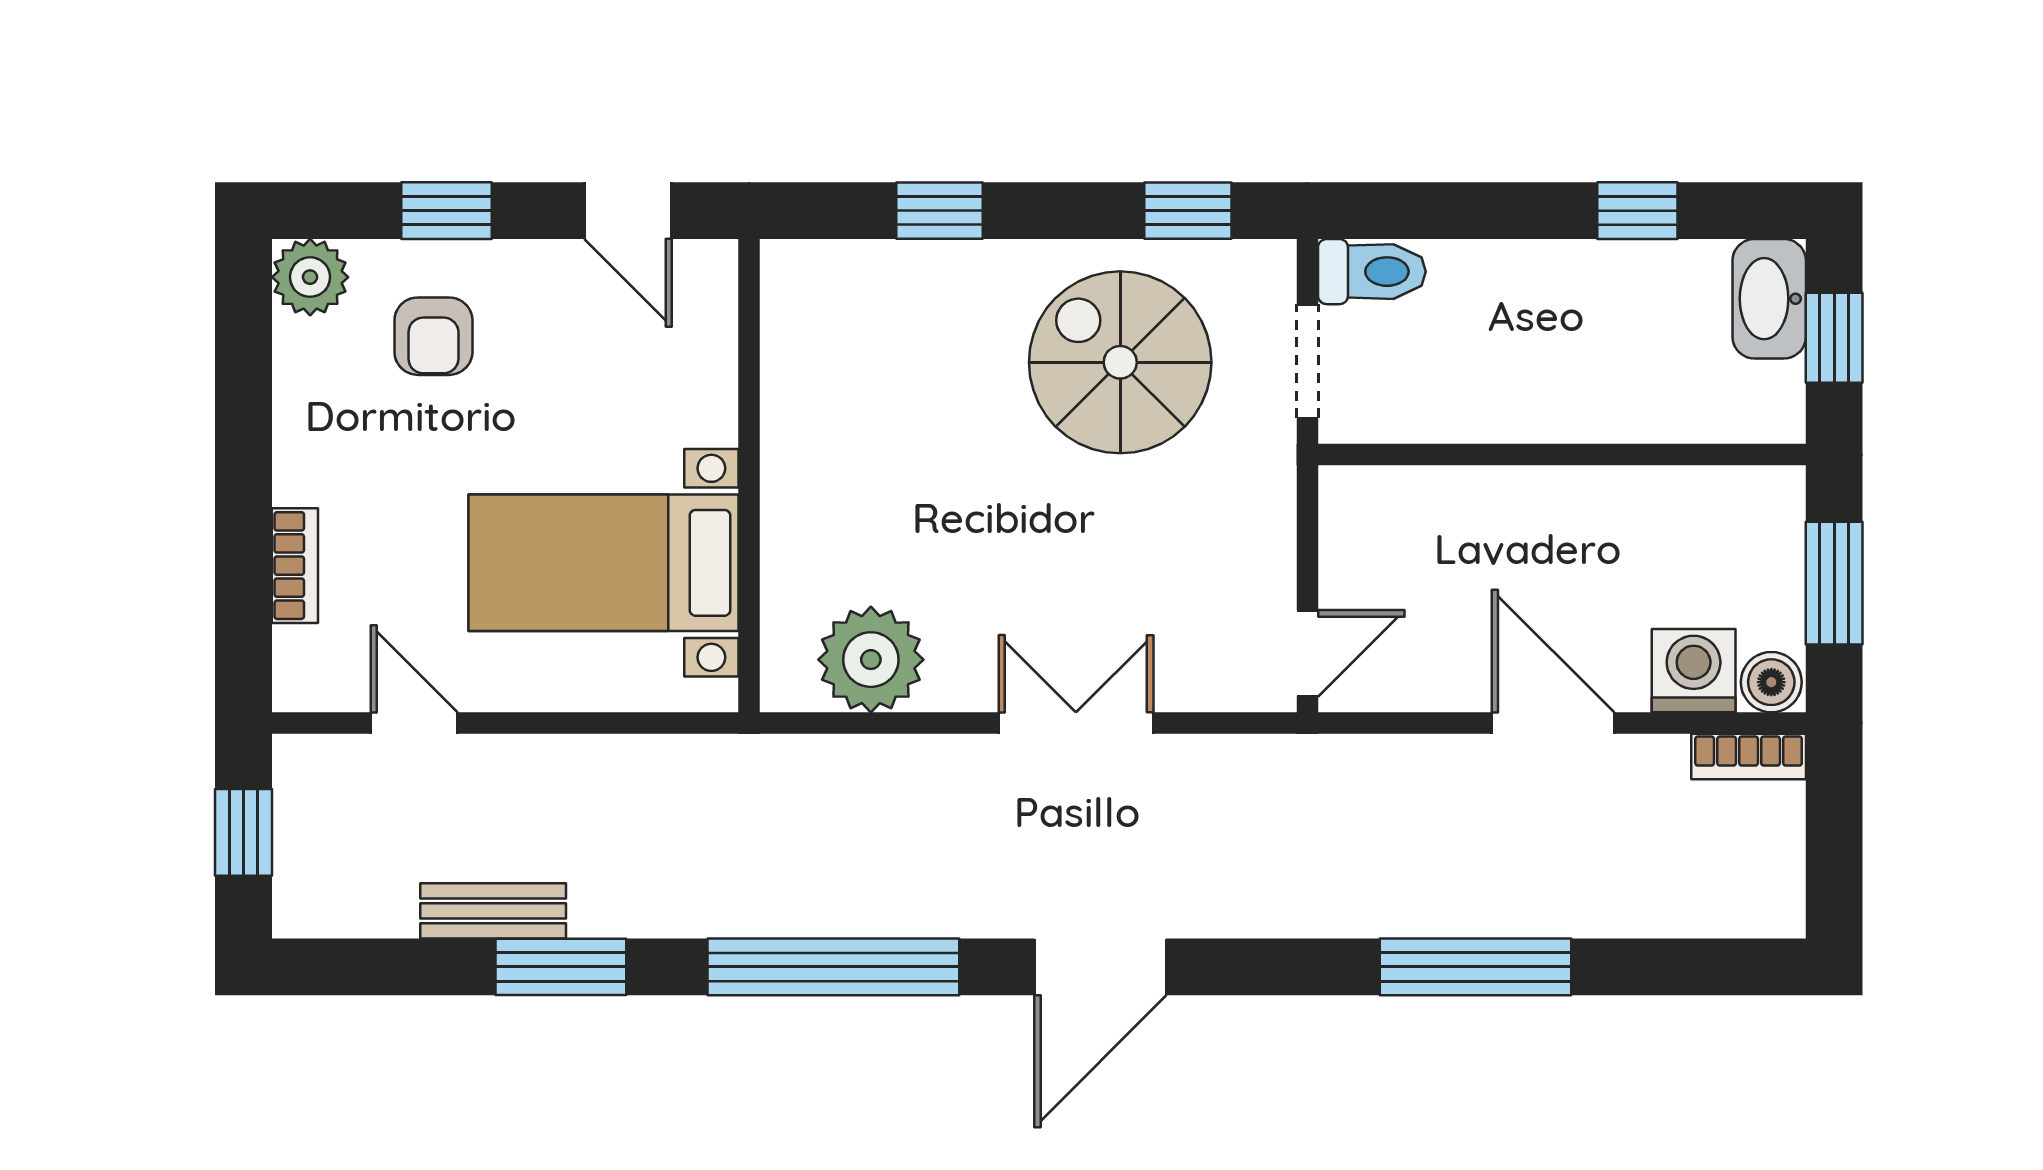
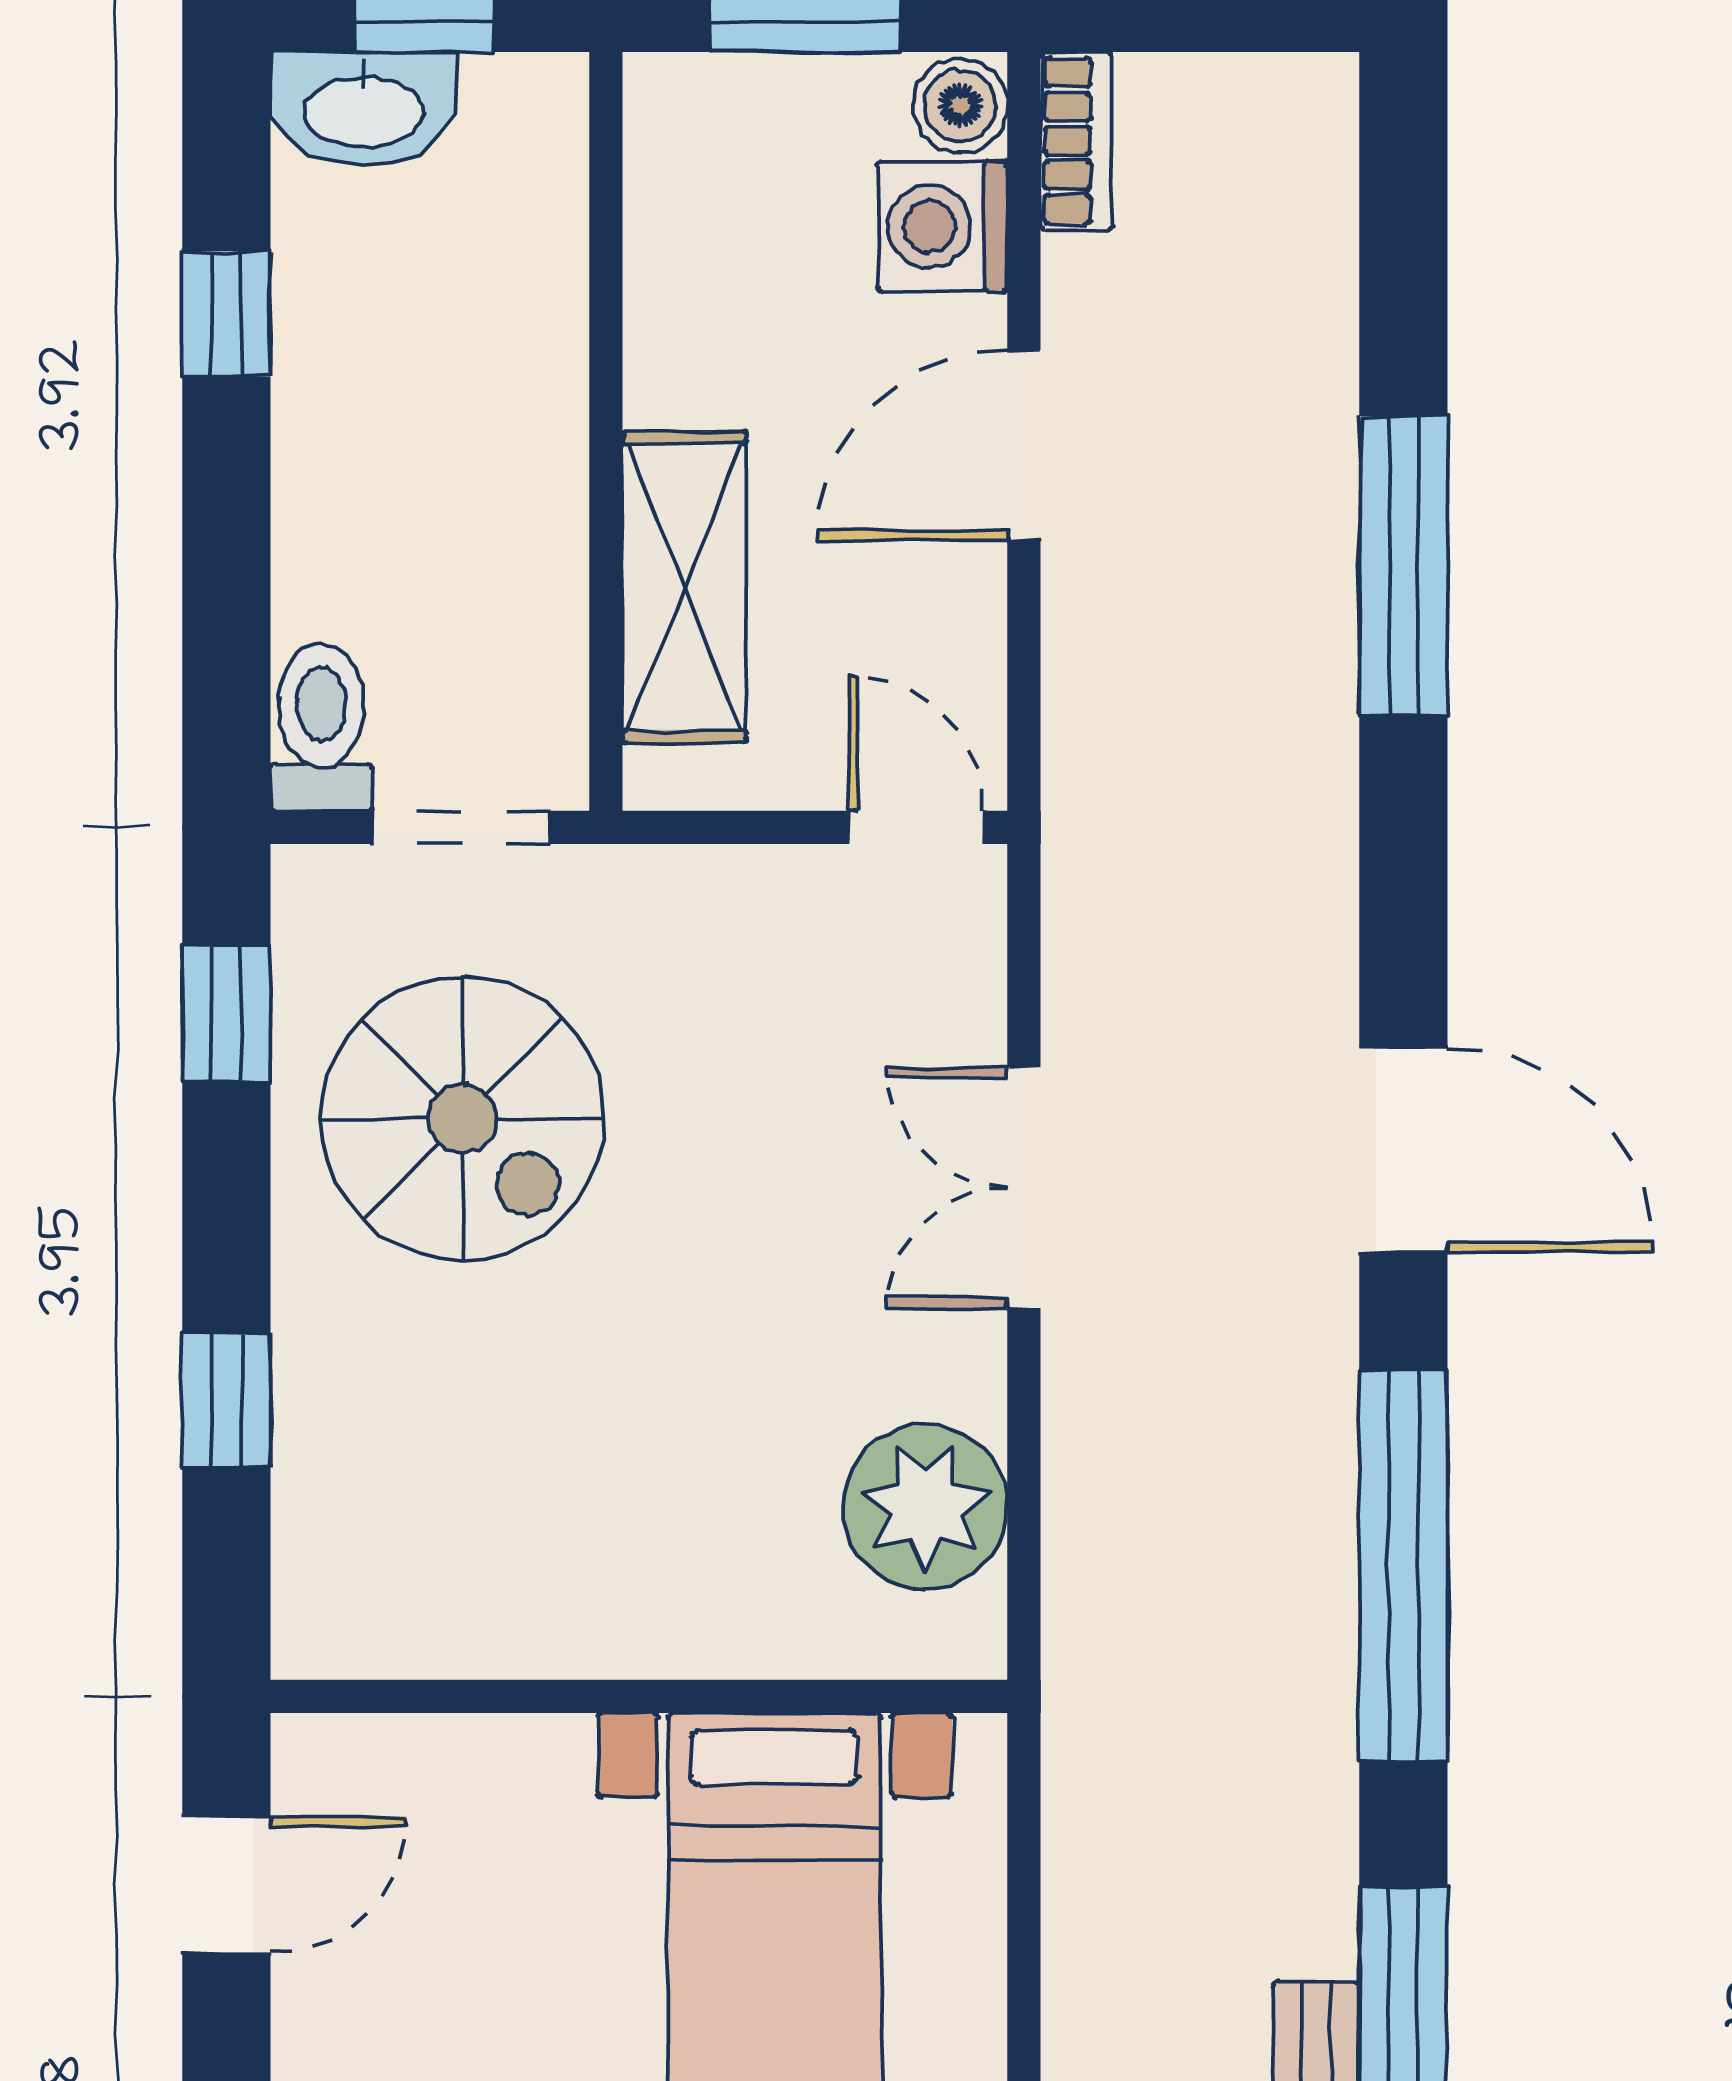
spiral stairs: (1120, 362) -> (463, 1119), turned -90
shelving: (1462, 505) -> (685, 587), added

